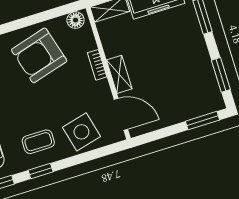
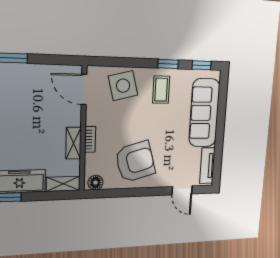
shelving: (119, 74) -> (73, 143), moved
coffee table: (38, 142) -> (161, 90), turned 90

